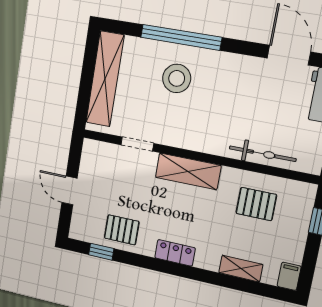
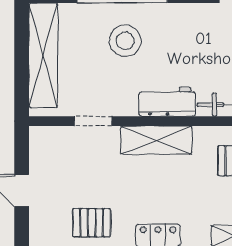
workbench: (204, 140) -> (167, 102), added

